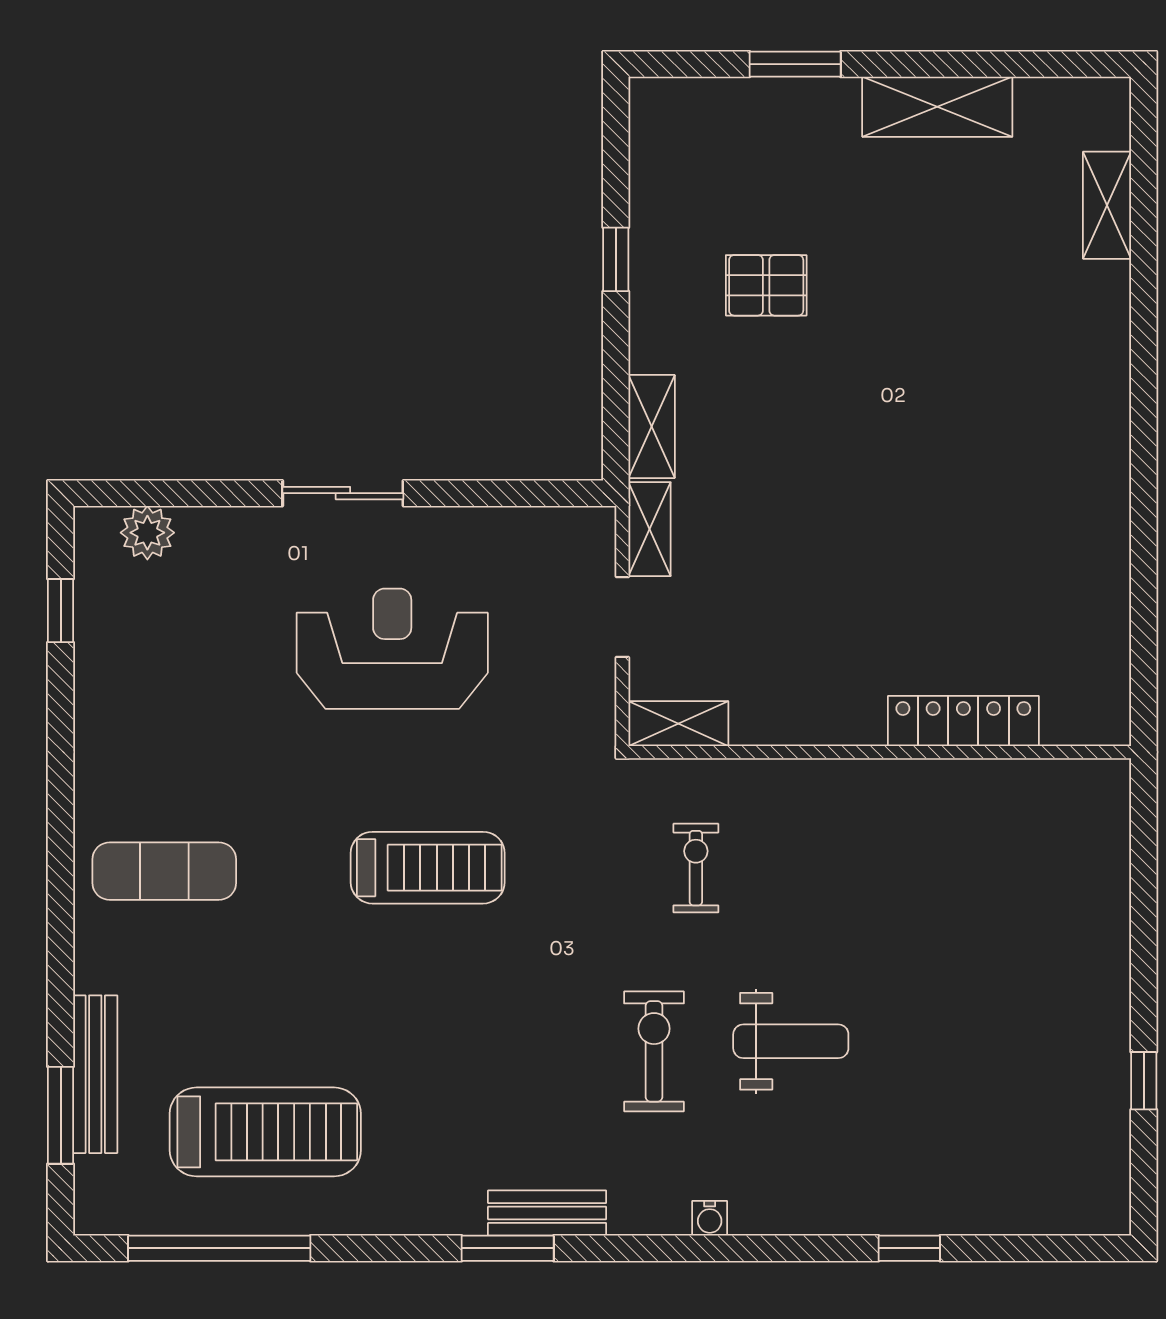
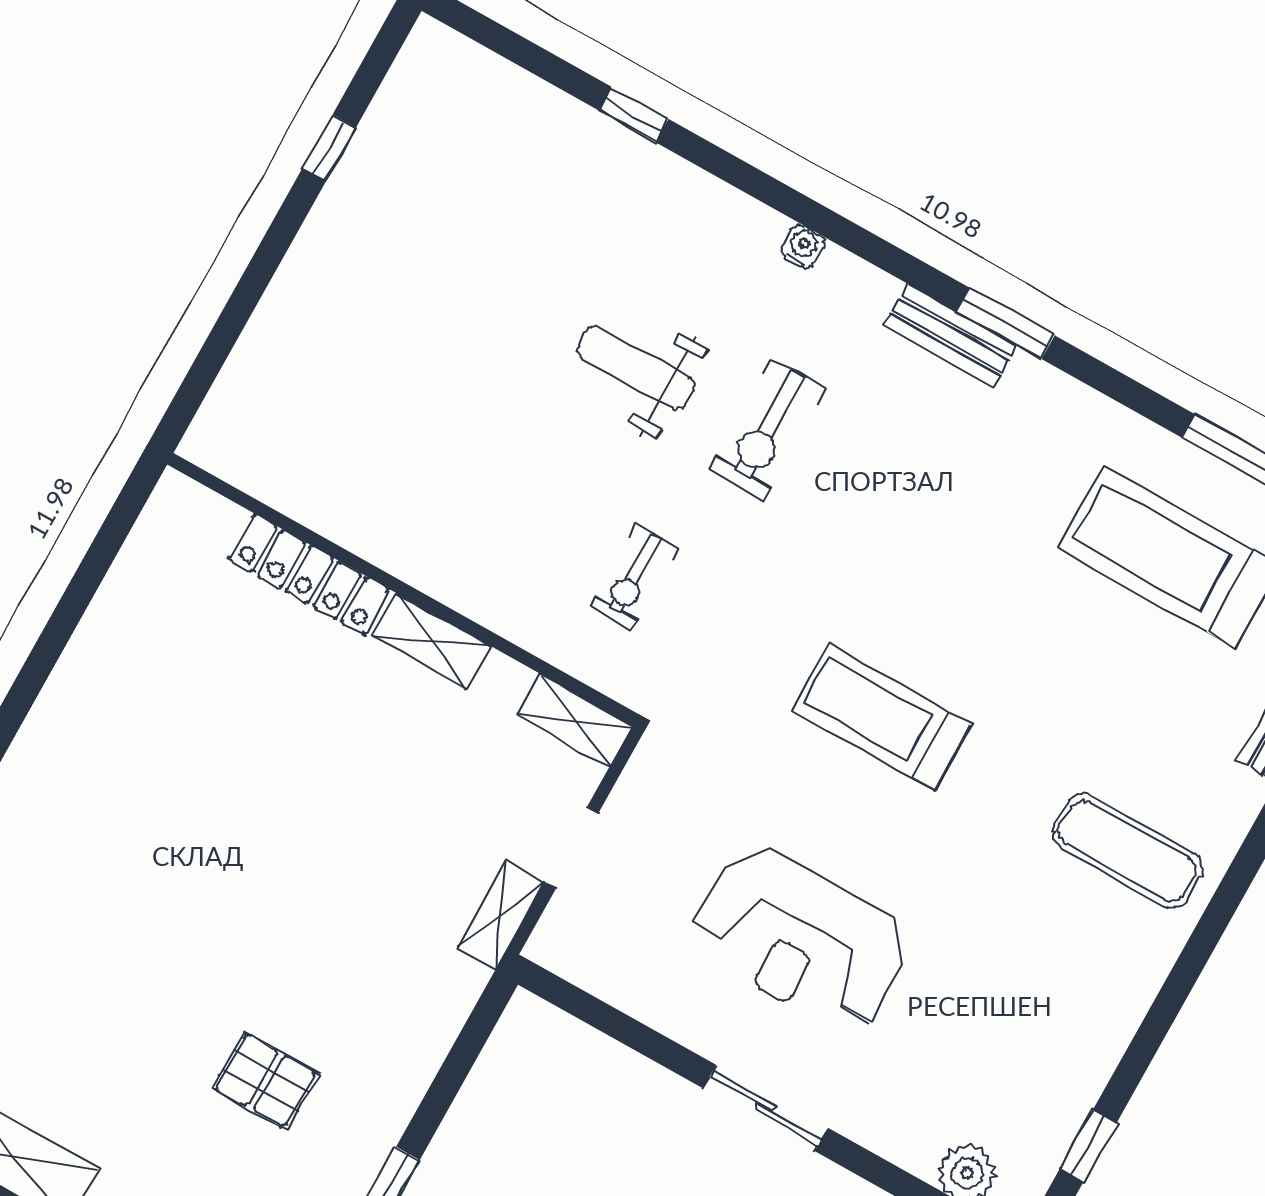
shelving: (652, 427) -> (432, 641), moved, turned 90

